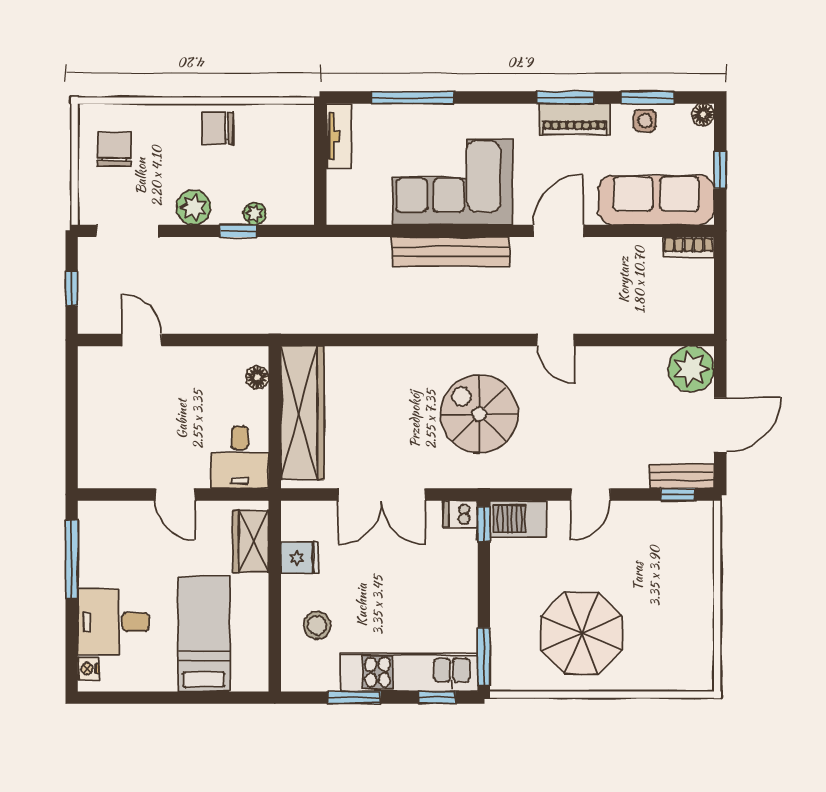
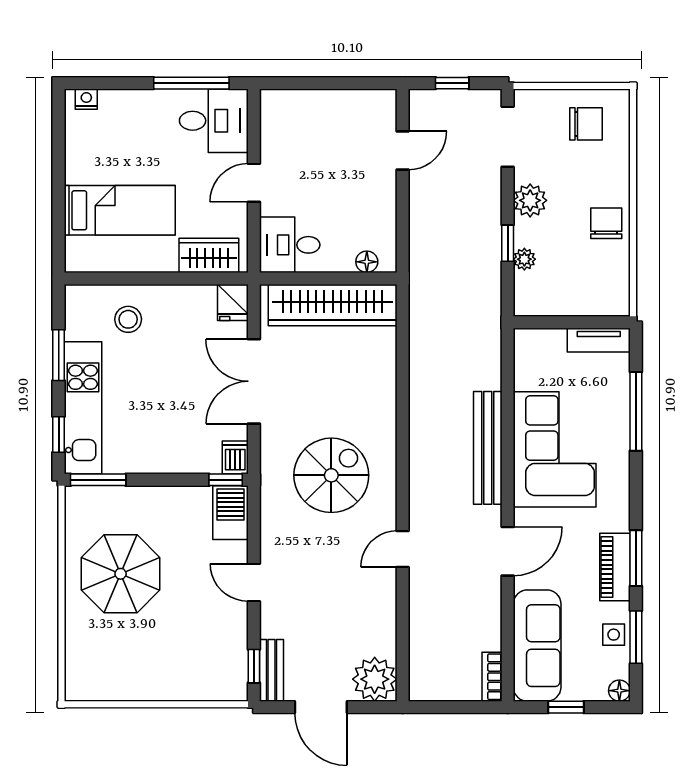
door: (558, 231) -> (508, 551), hinge flipped
fridge: (300, 558) -> (233, 303), moved
desk: (113, 622) -> (214, 121), moved, turned 90

